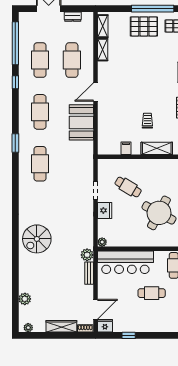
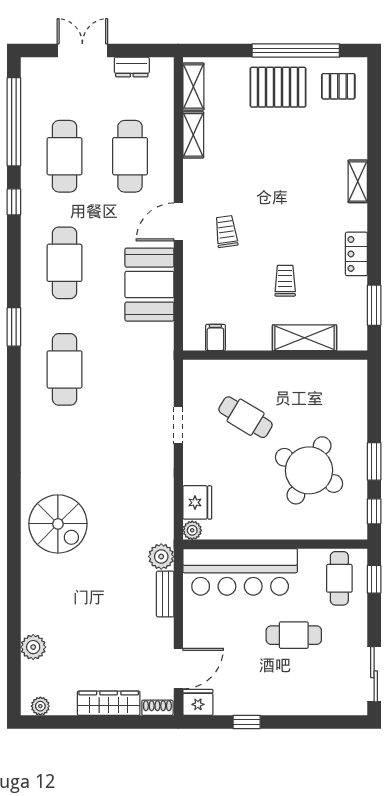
trolley: (119, 97) -> (226, 231), added
filing cabinet: (126, 148) -> (215, 337), moved
fridge: (105, 210) -> (197, 502), moved
spiral stairs: (37, 239) -> (58, 524), turned -90

